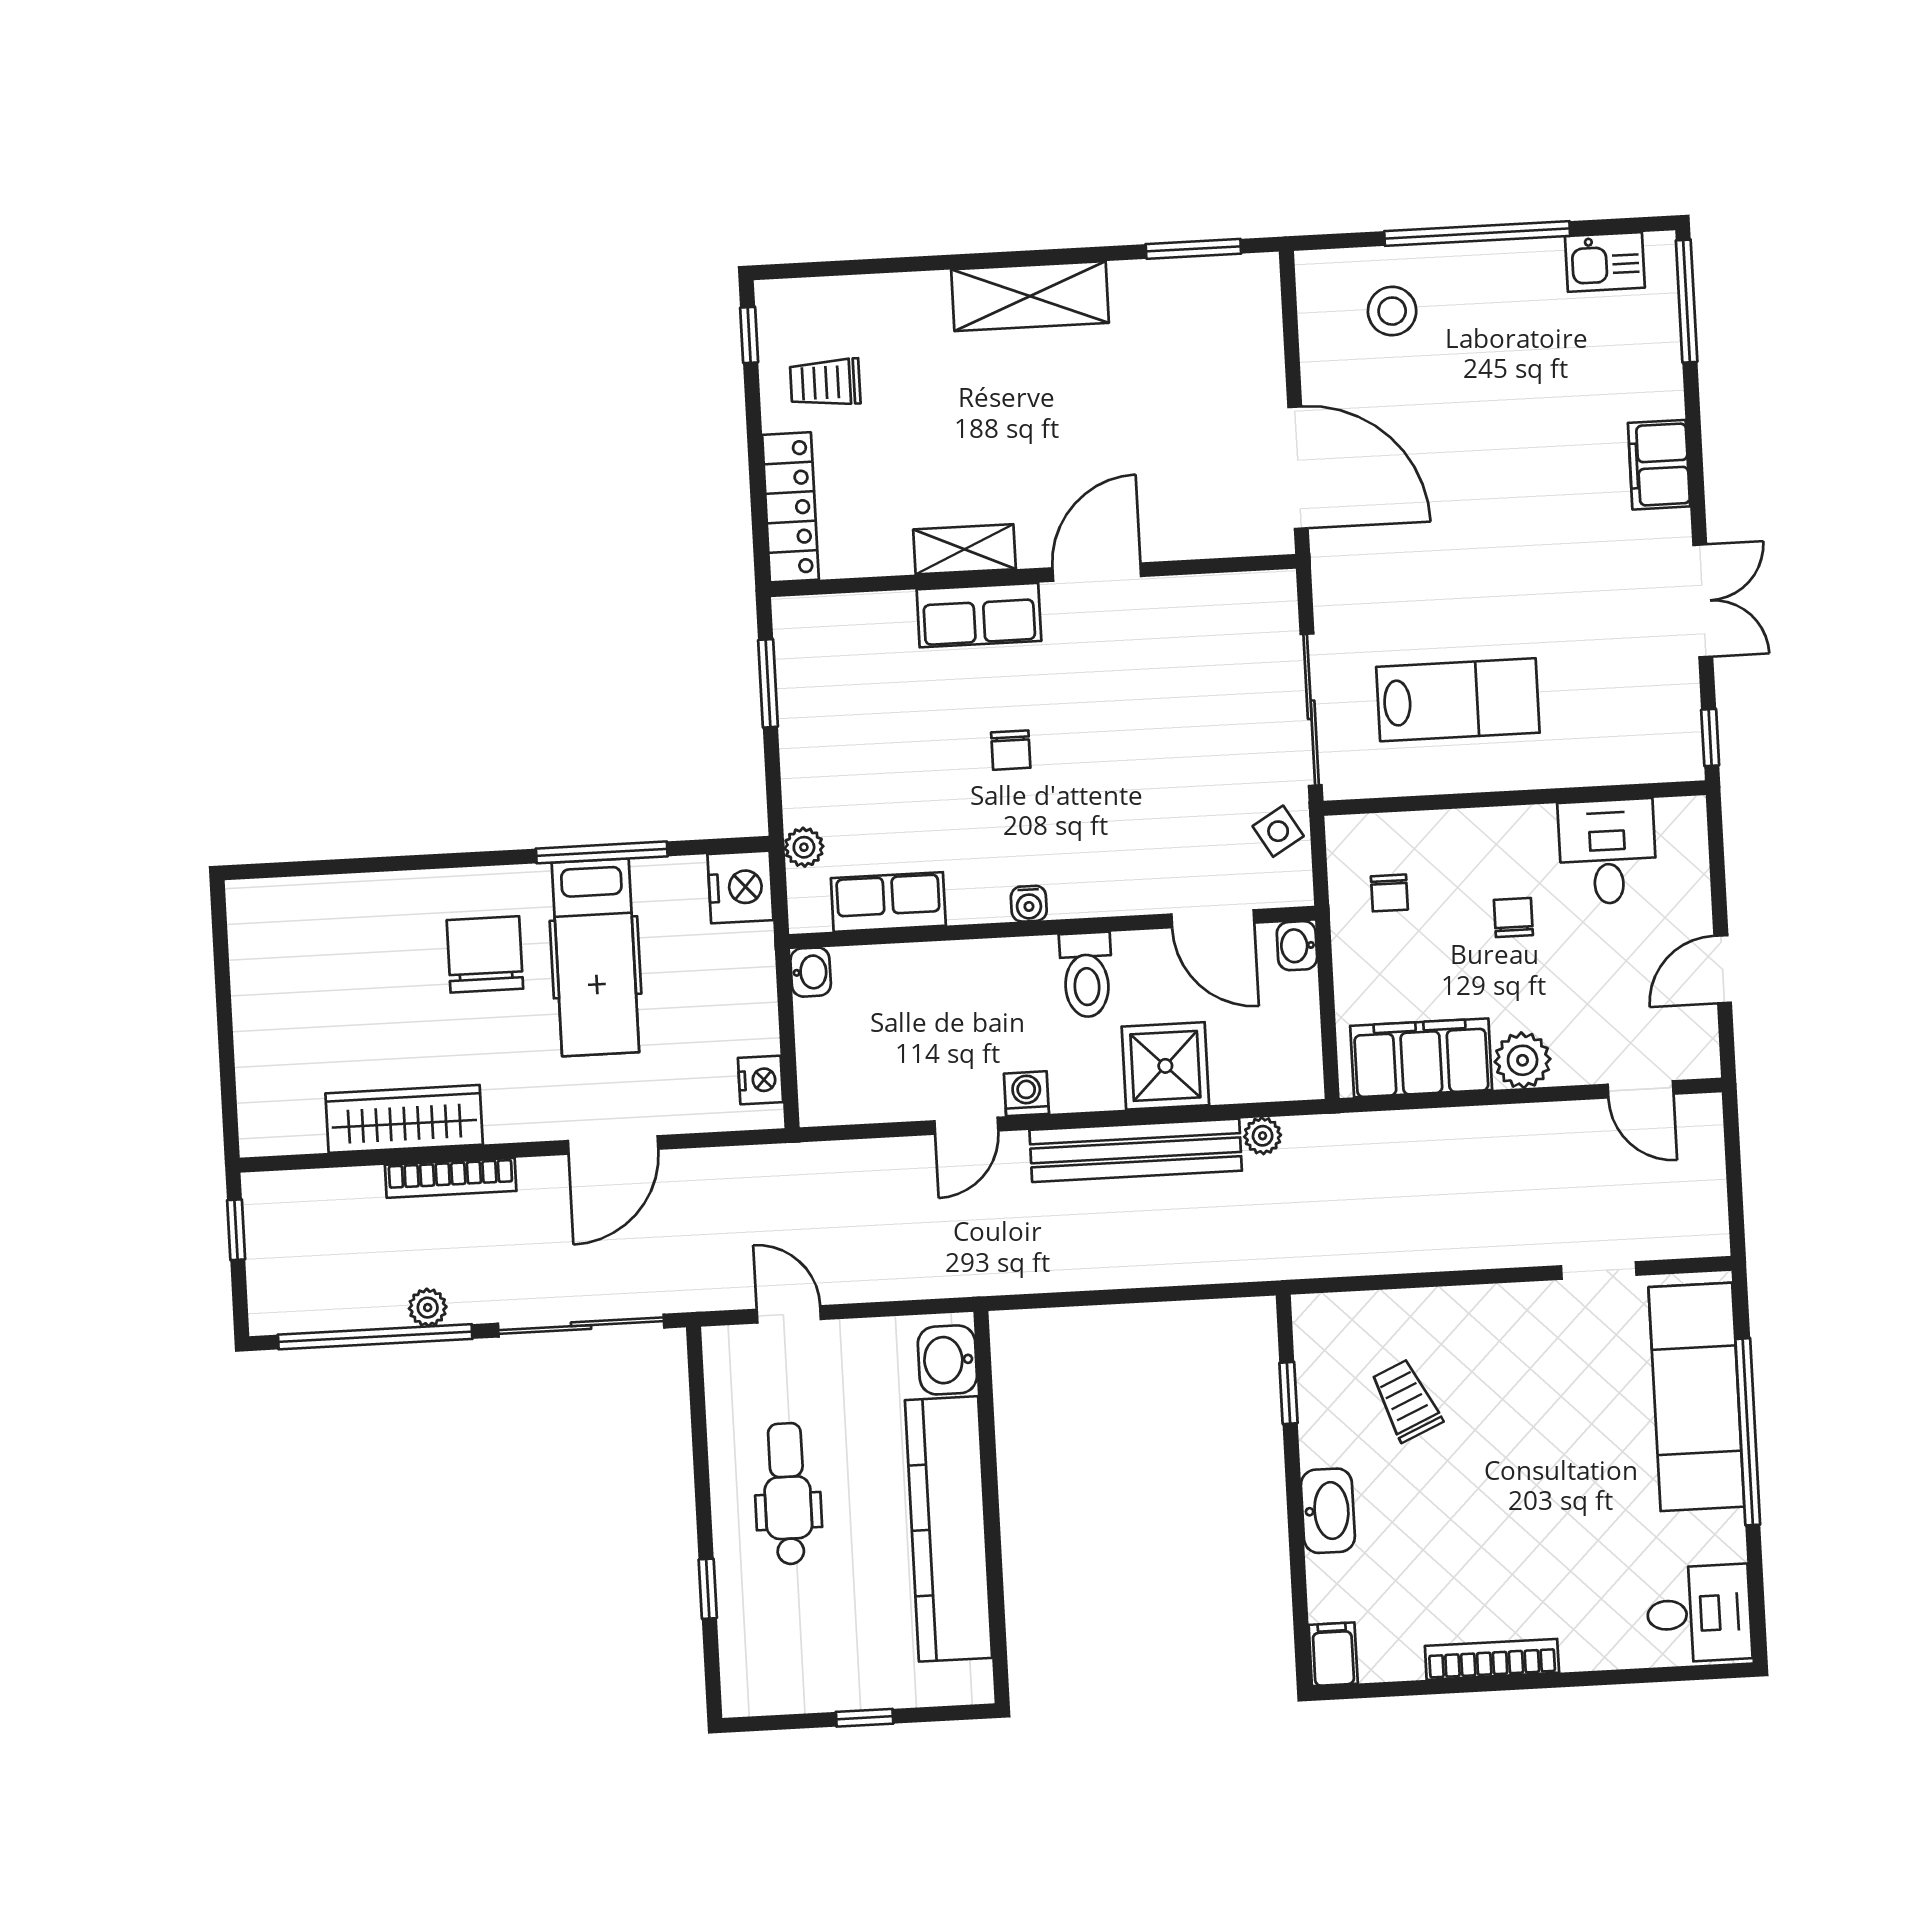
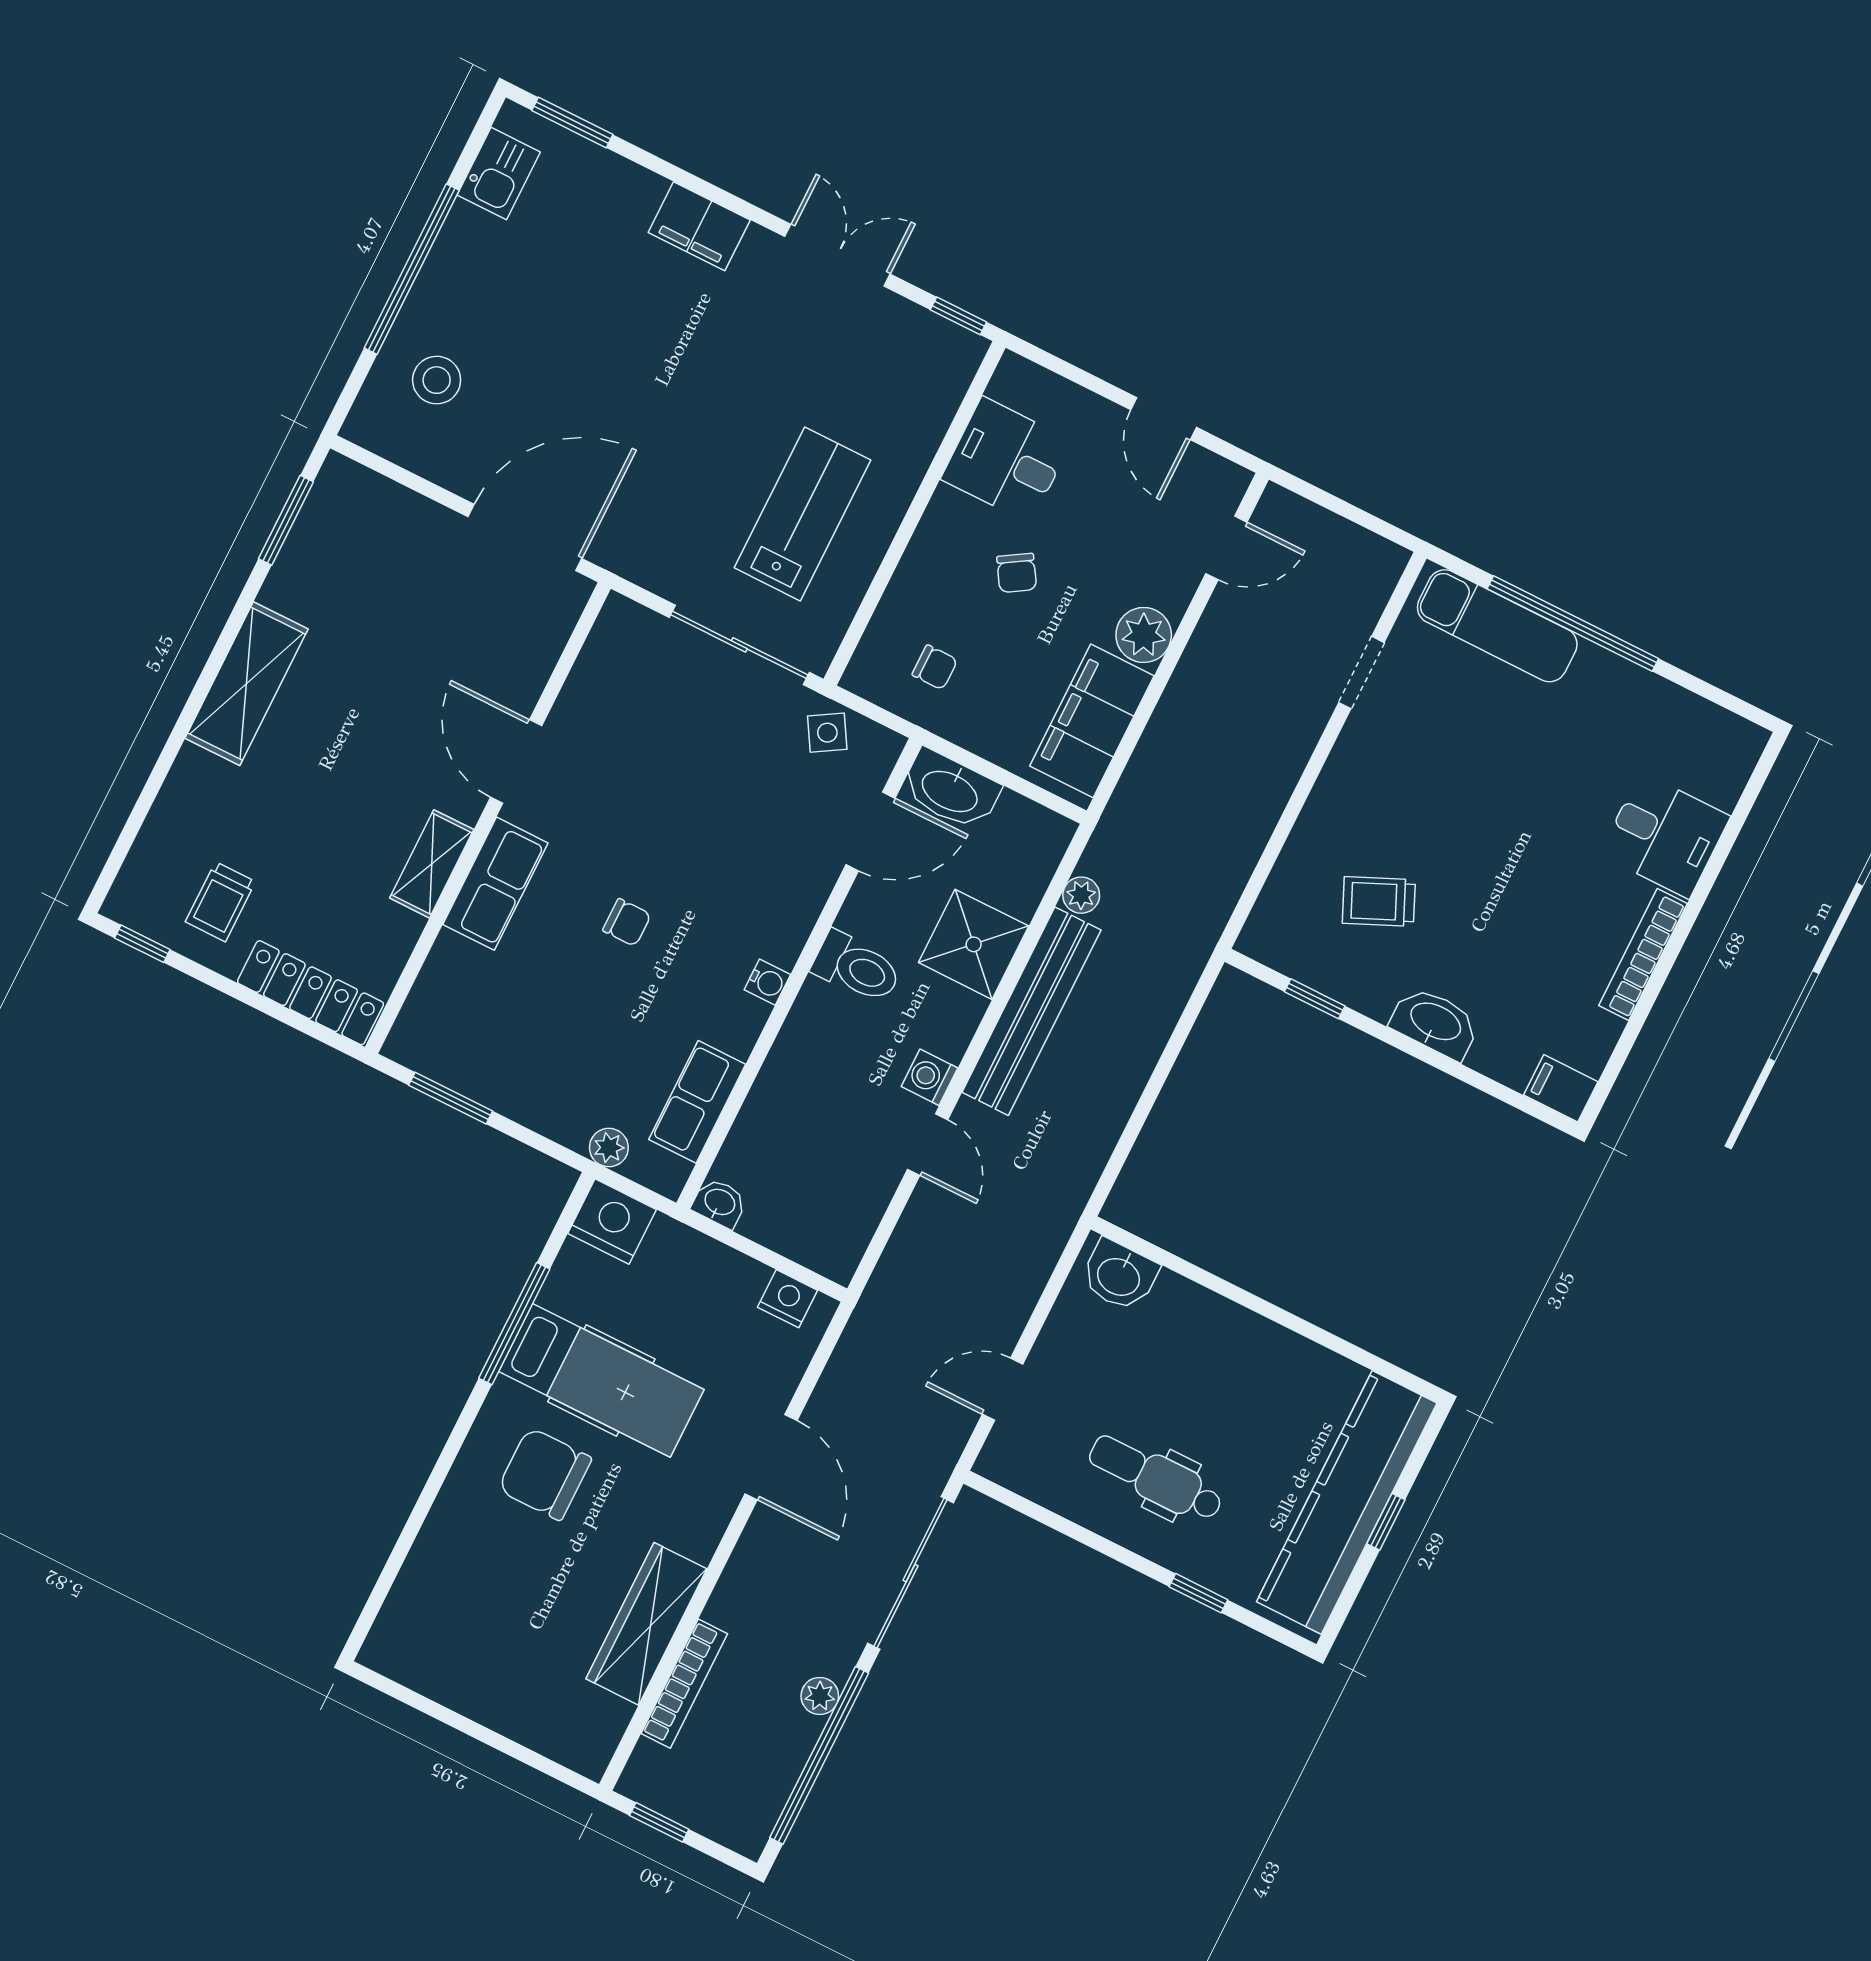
window: (1687, 301) -> (572, 122), width x0.69
chair: (1513, 918) -> (1017, 573), turned -122
washbasin: (1297, 946) -> (950, 790), width x1.91, depth x1.45
bookcase: (451, 1178) -> (684, 1684), moved
exam couch: (1696, 1397) -> (1497, 626), width x0.73, depth x0.69
kitchen counter: (949, 1529) -> (1347, 1502), moved, turned 90
desk: (1699, 1614) -> (1665, 835), moved, turned 90

